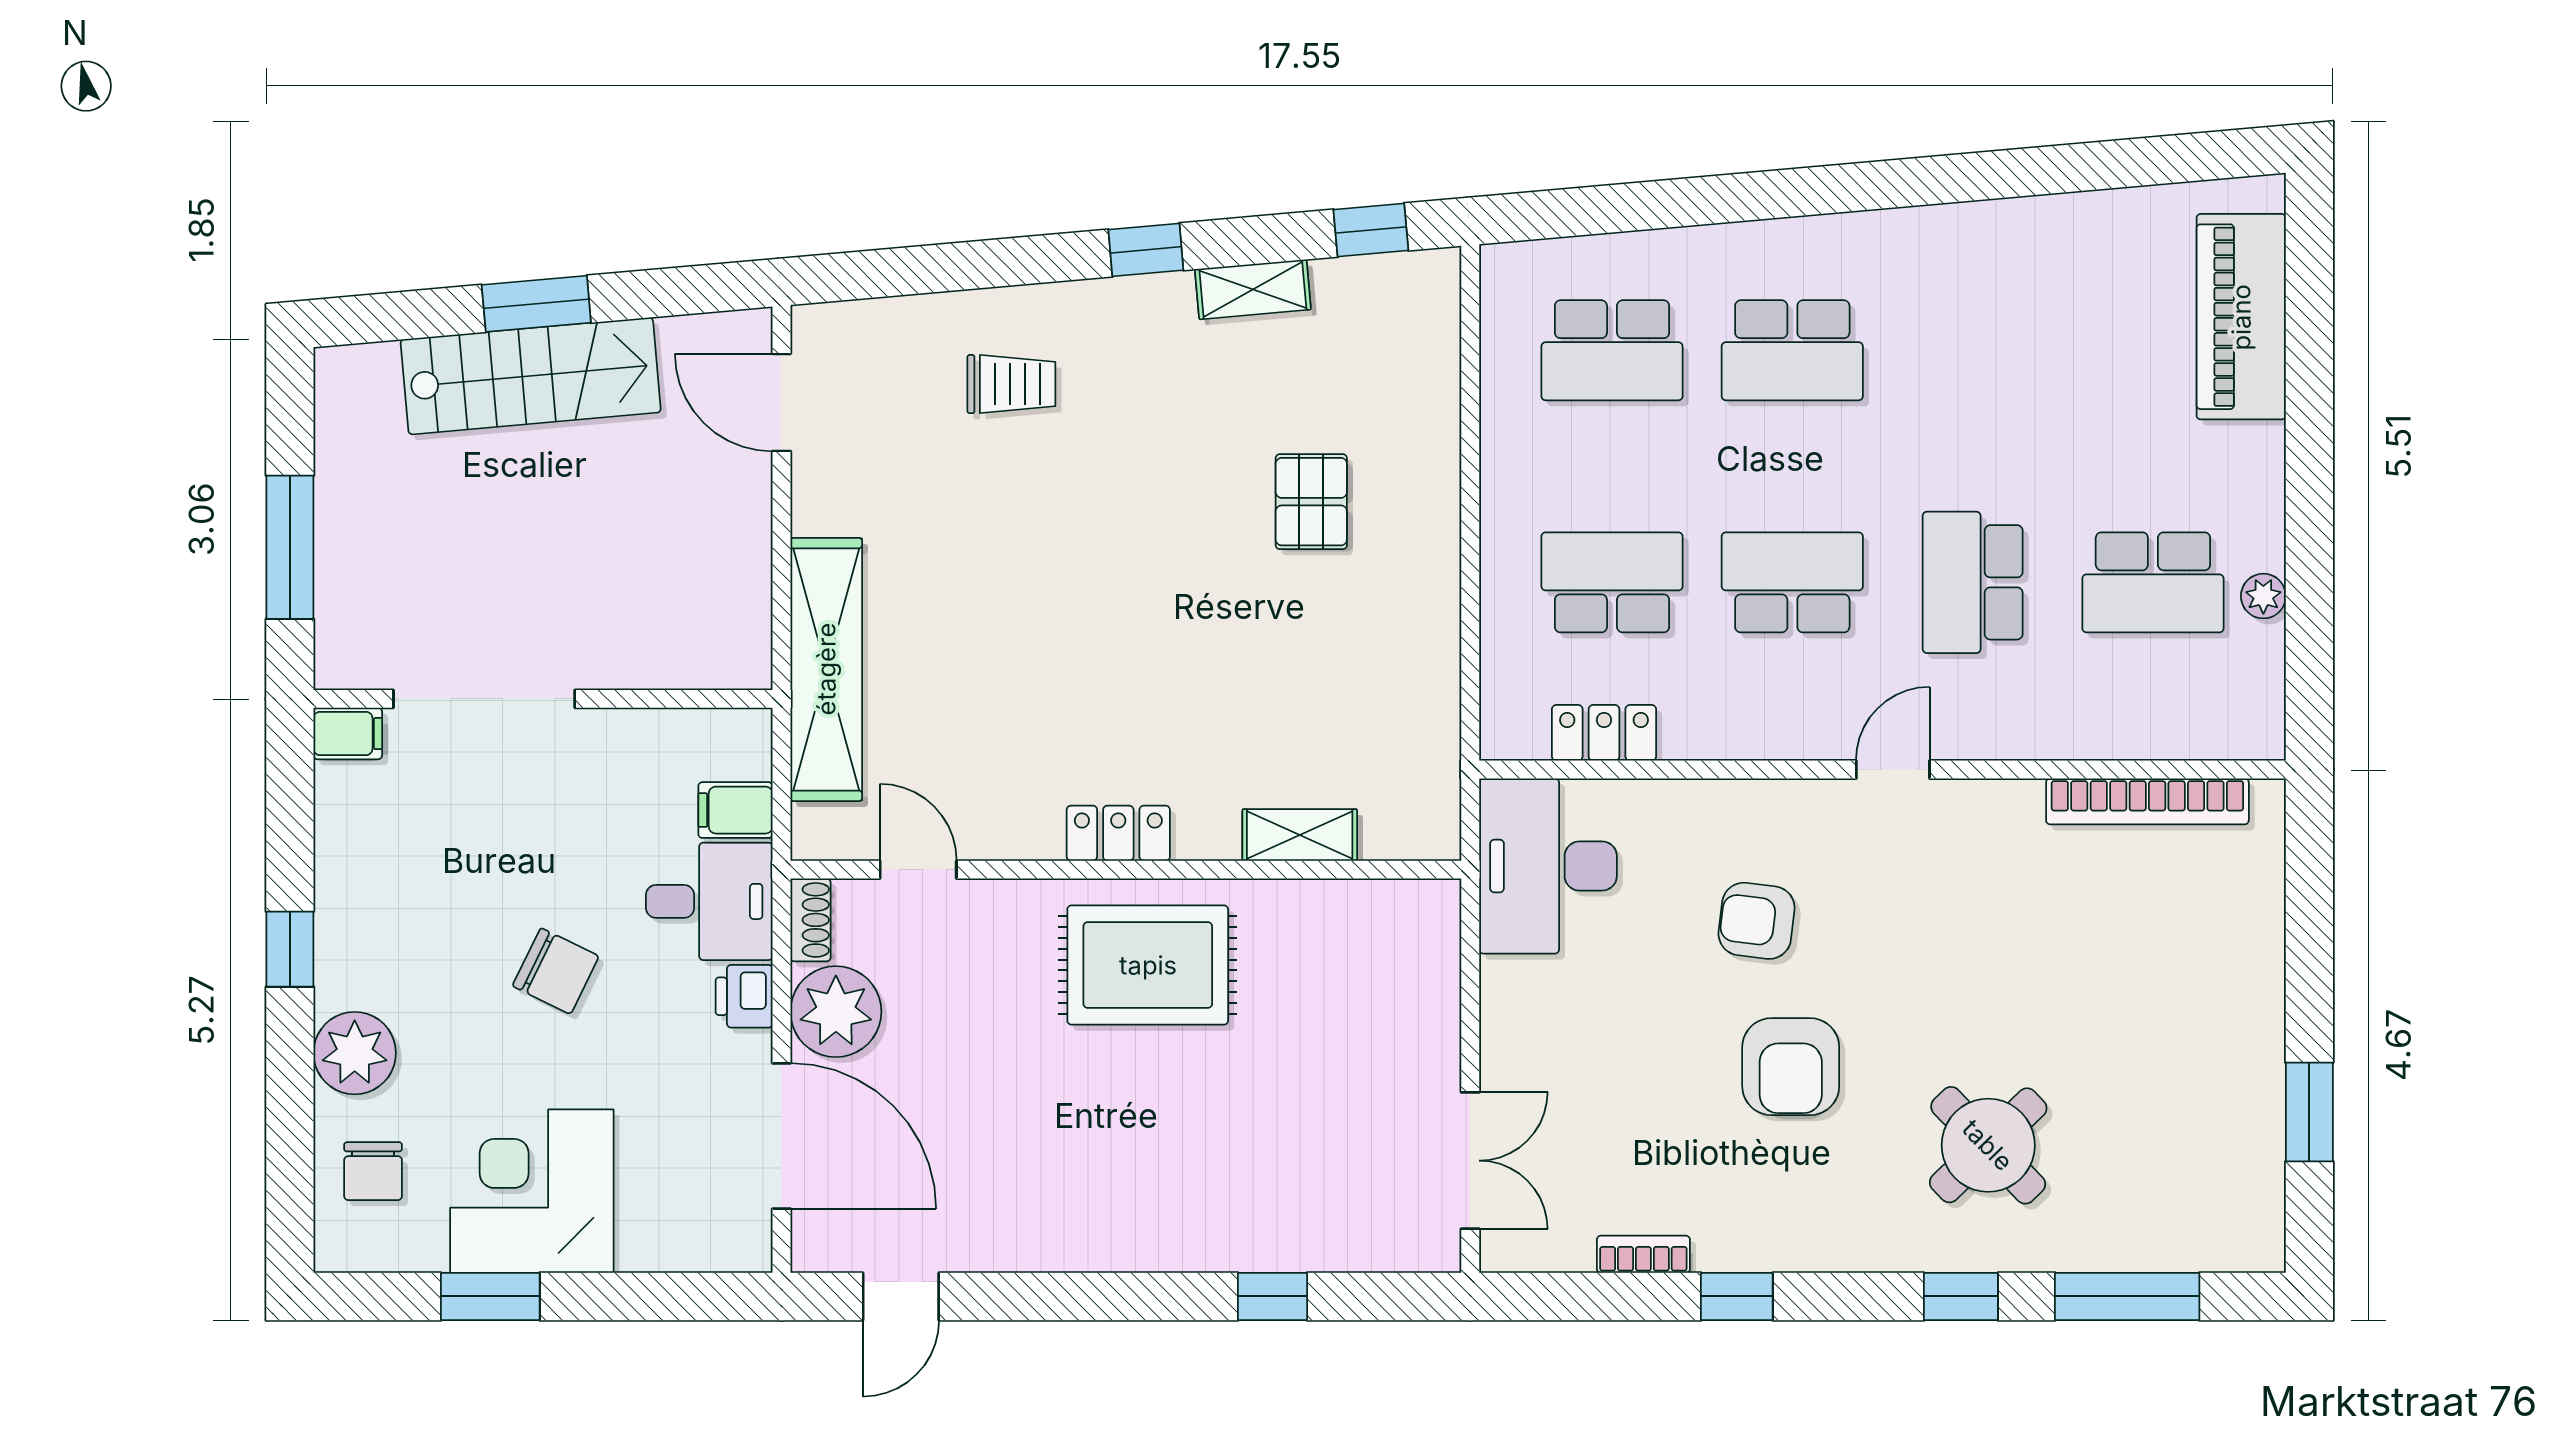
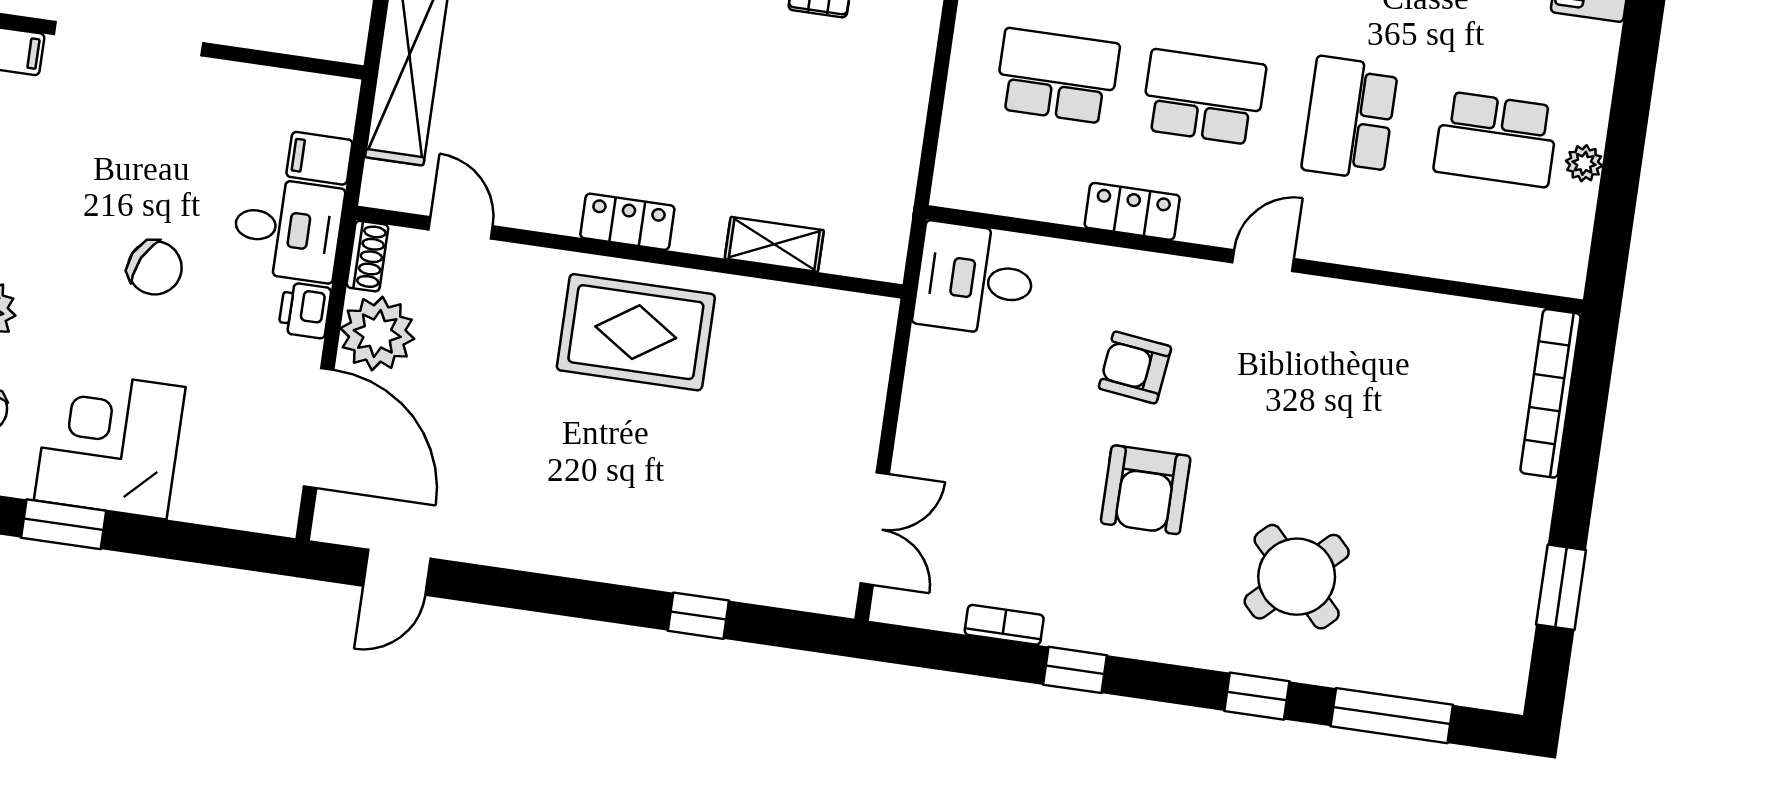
locker: (1604, 733) -> (1132, 211), moved
bookcase: (2147, 801) -> (1550, 393), moved, turned 90
desk: (1548, 866) -> (975, 279), width x0.73

